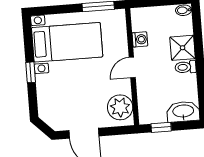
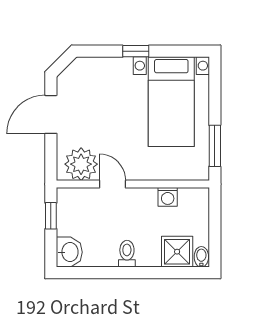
shower: (183, 48) -> (177, 252), moved
door: (132, 67) -> (112, 184), moved
washbasin: (183, 112) -> (69, 252), width x0.72

